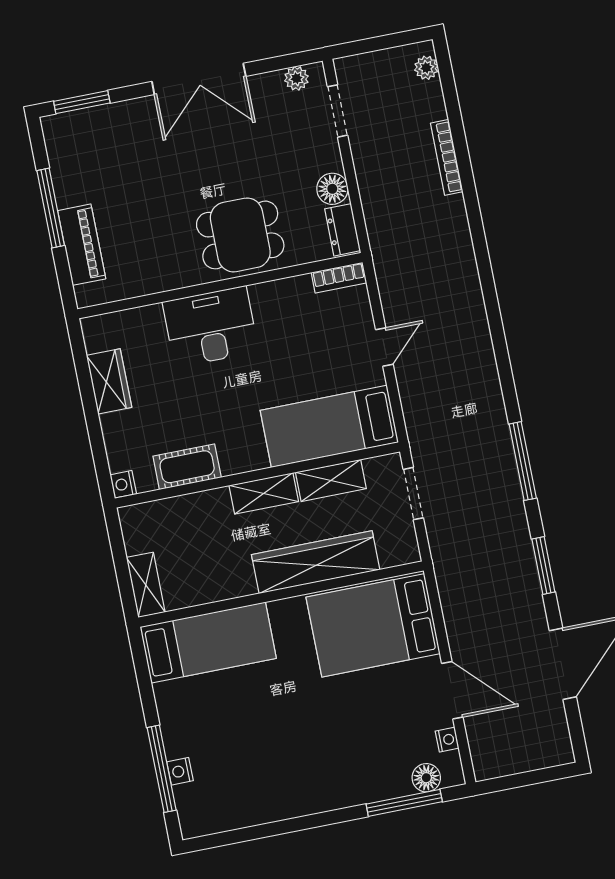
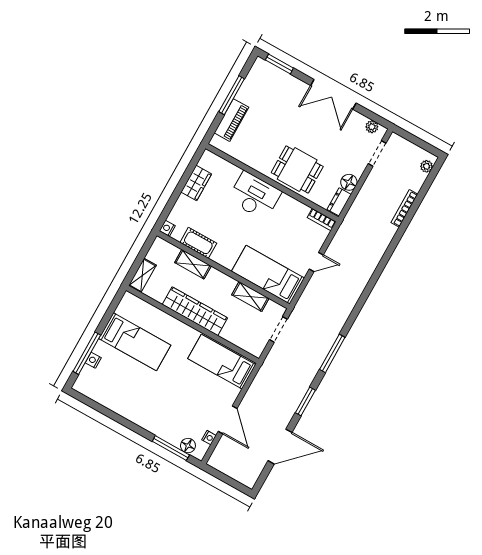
shelving: (264, 493) -> (193, 264), moved
wardrobe: (316, 562) -> (195, 311), moved
bed: (373, 625) -> (222, 362), width x0.67
bed: (208, 643) -> (135, 342), moved

